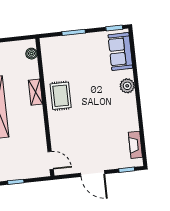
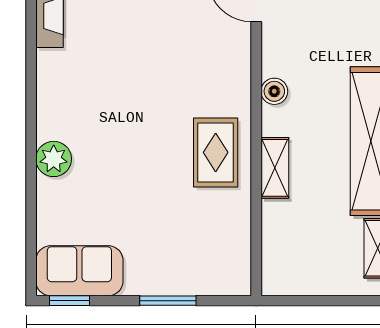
sofa: (120, 52) -> (79, 271), moved, turned -90
boiler: (31, 54) -> (274, 91), moved

